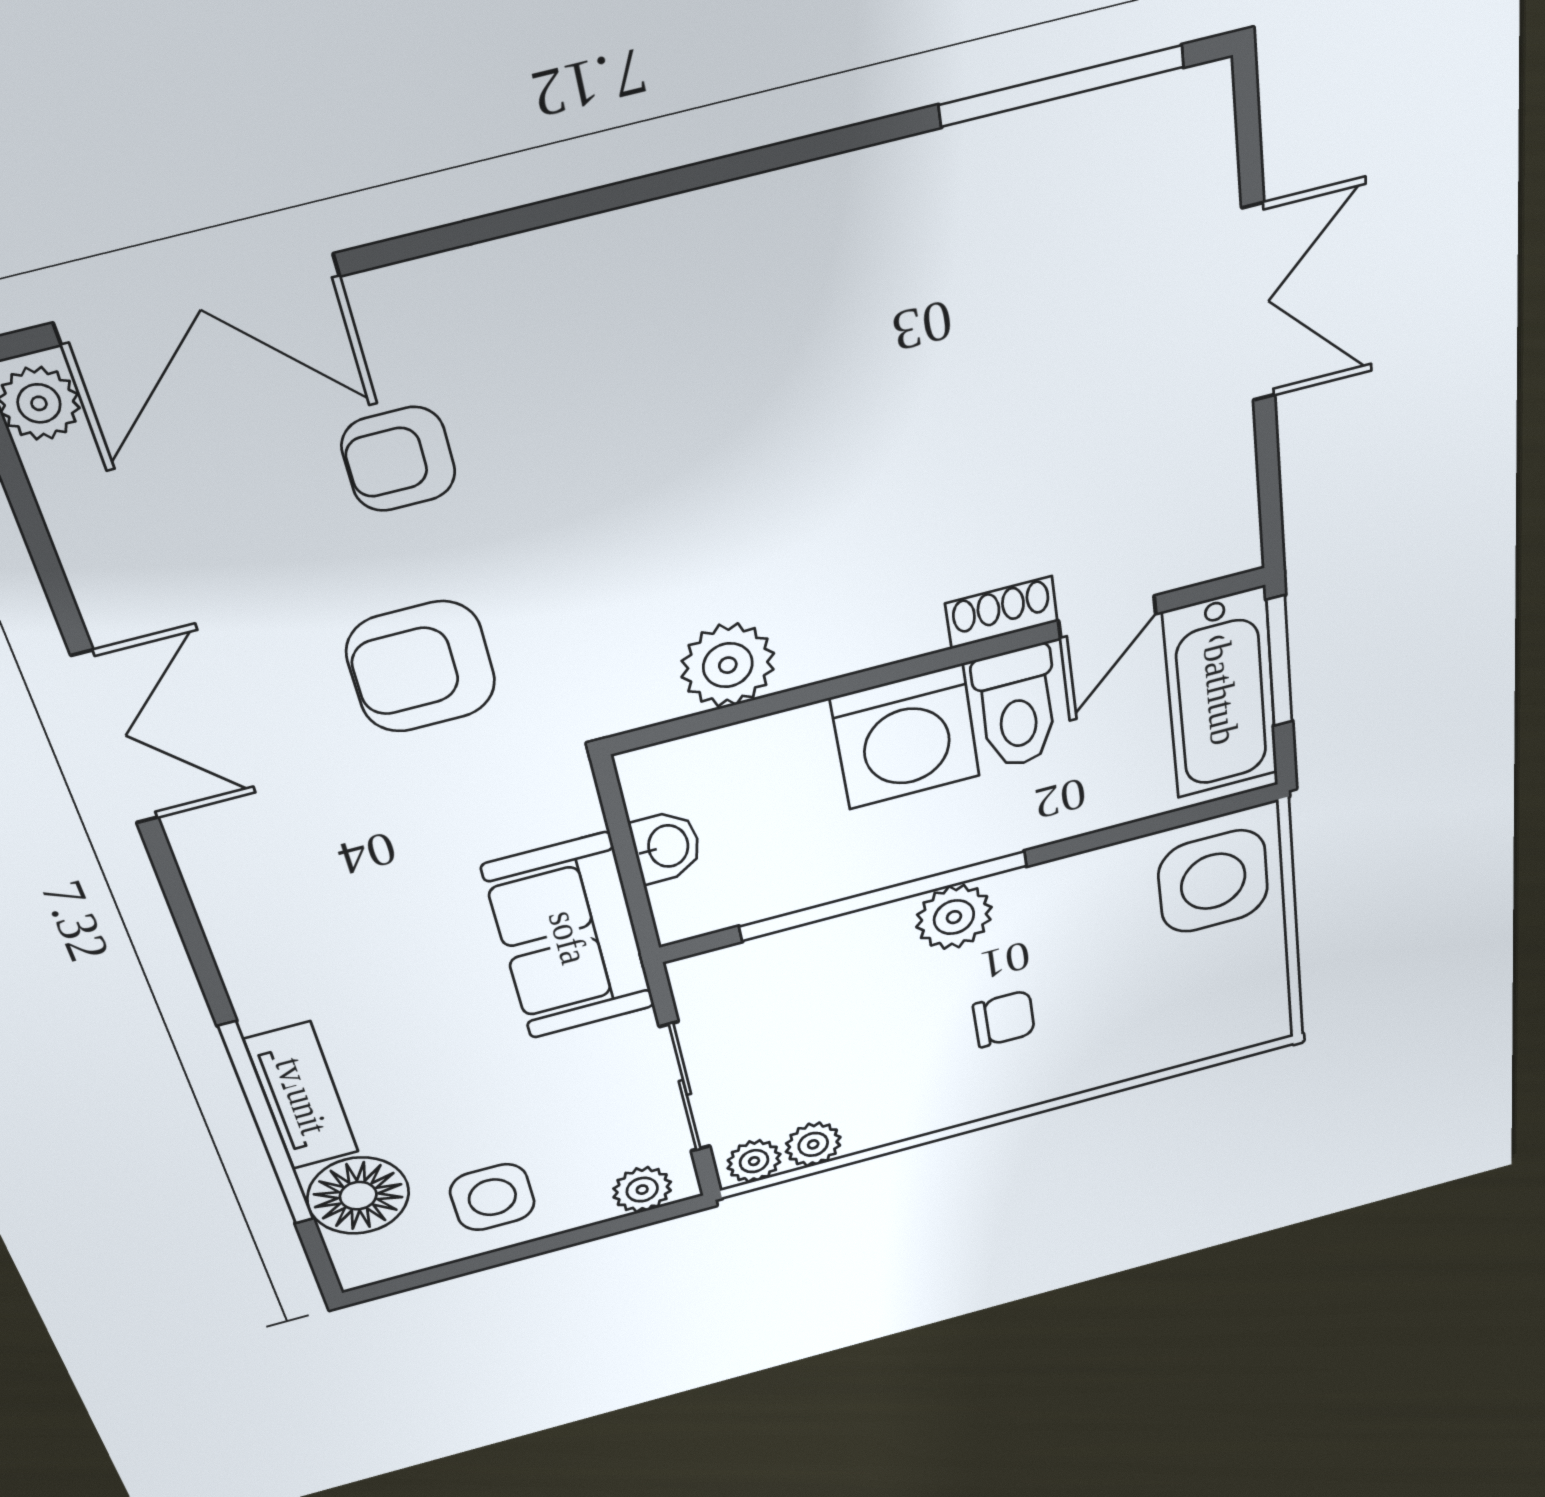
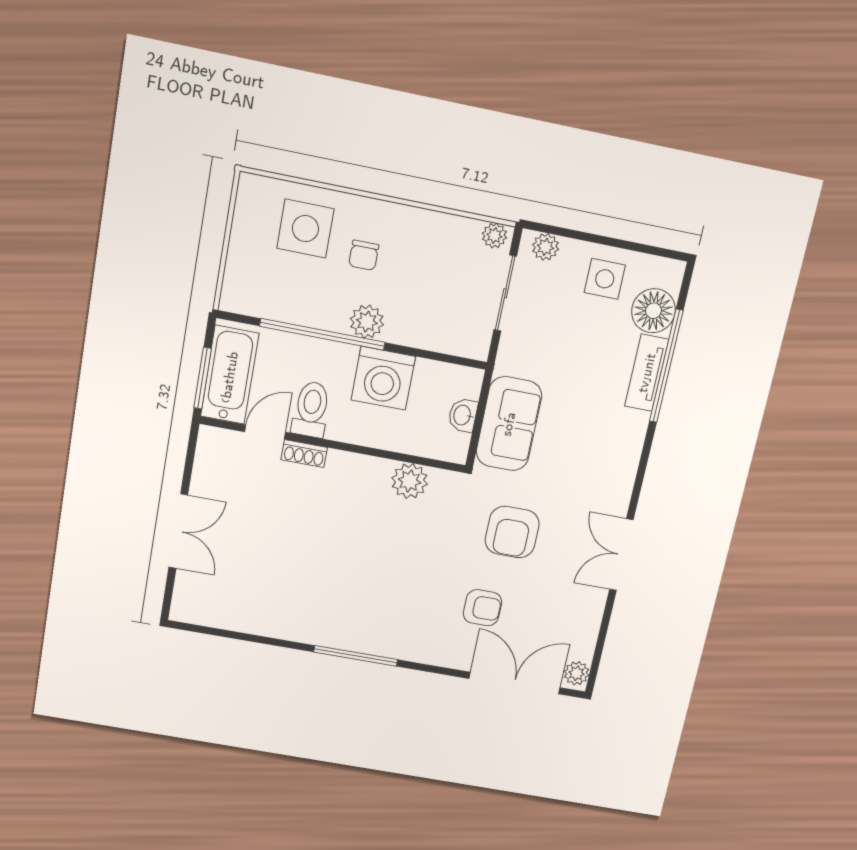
window: (1061, 86) -> (356, 656), moved
double door: (1259, 304) -> (178, 531), swing flipped
armchair: (421, 667) -> (512, 532), turned 90
washing machine: (905, 737) -> (383, 378), moved, turned 180
side table: (1213, 881) -> (305, 229), moved
window: (883, 896) -> (322, 334), moved
sofa: (569, 937) -> (509, 424), moved
chair: (1004, 1019) -> (364, 255), turned -90
plant: (813, 1144) -> (467, 230), removed

